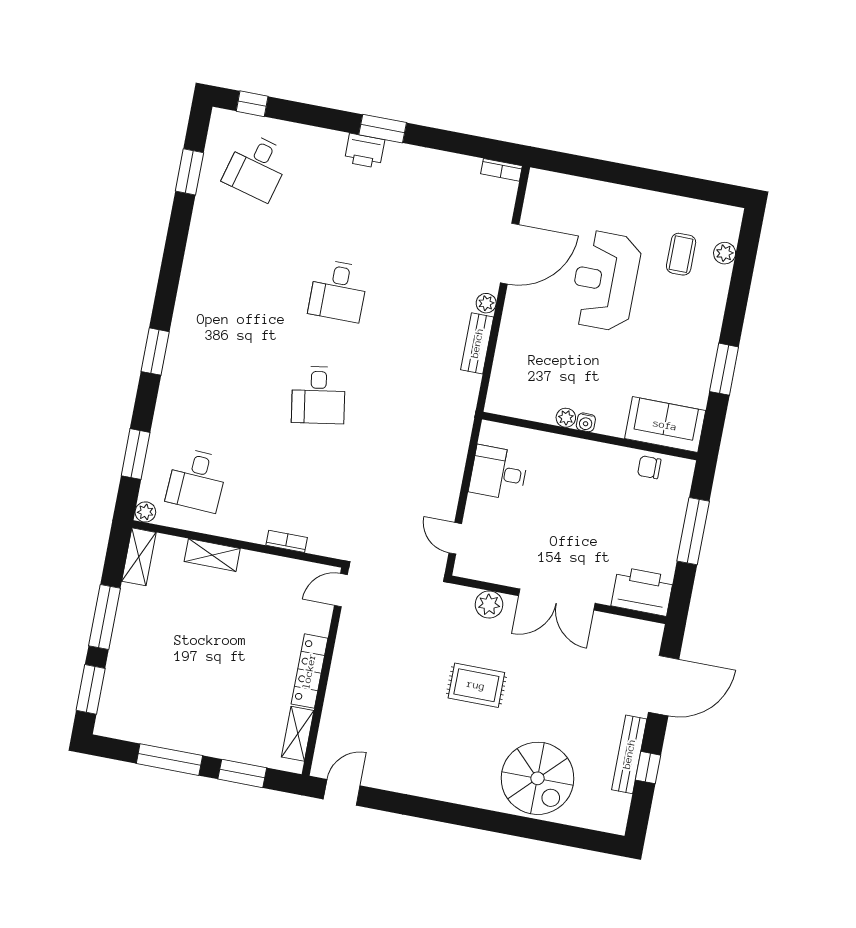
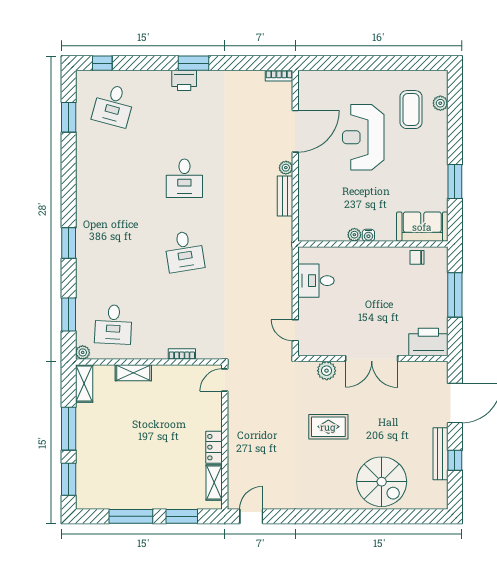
coffee table: (681, 254) -> (411, 110), width x1.36, depth x1.30
locker: (309, 671) -> (214, 447), width x0.66

